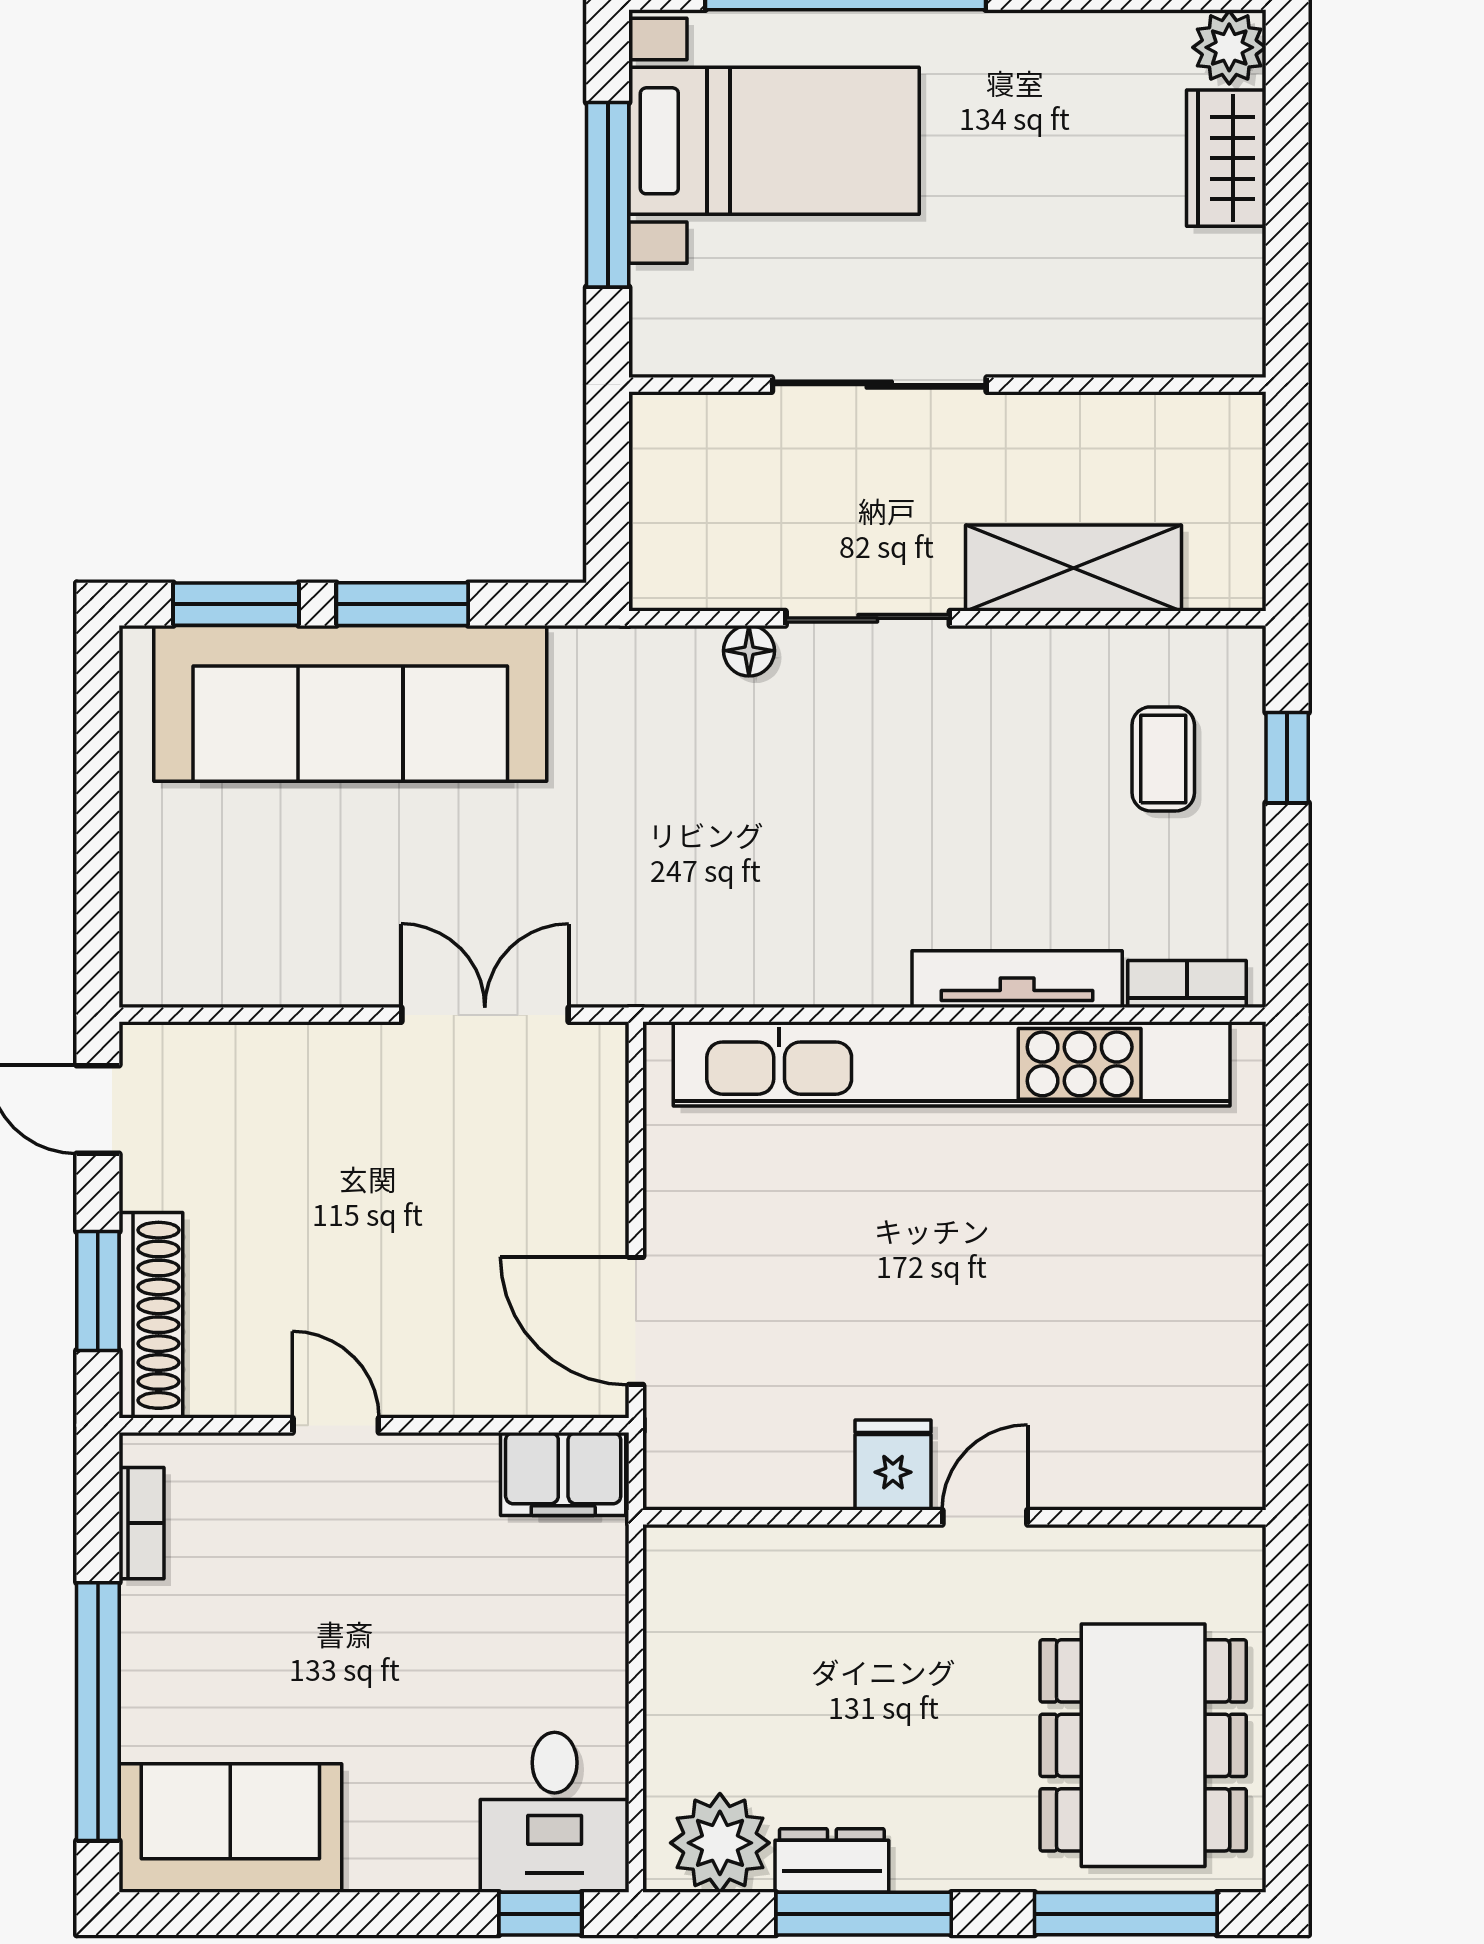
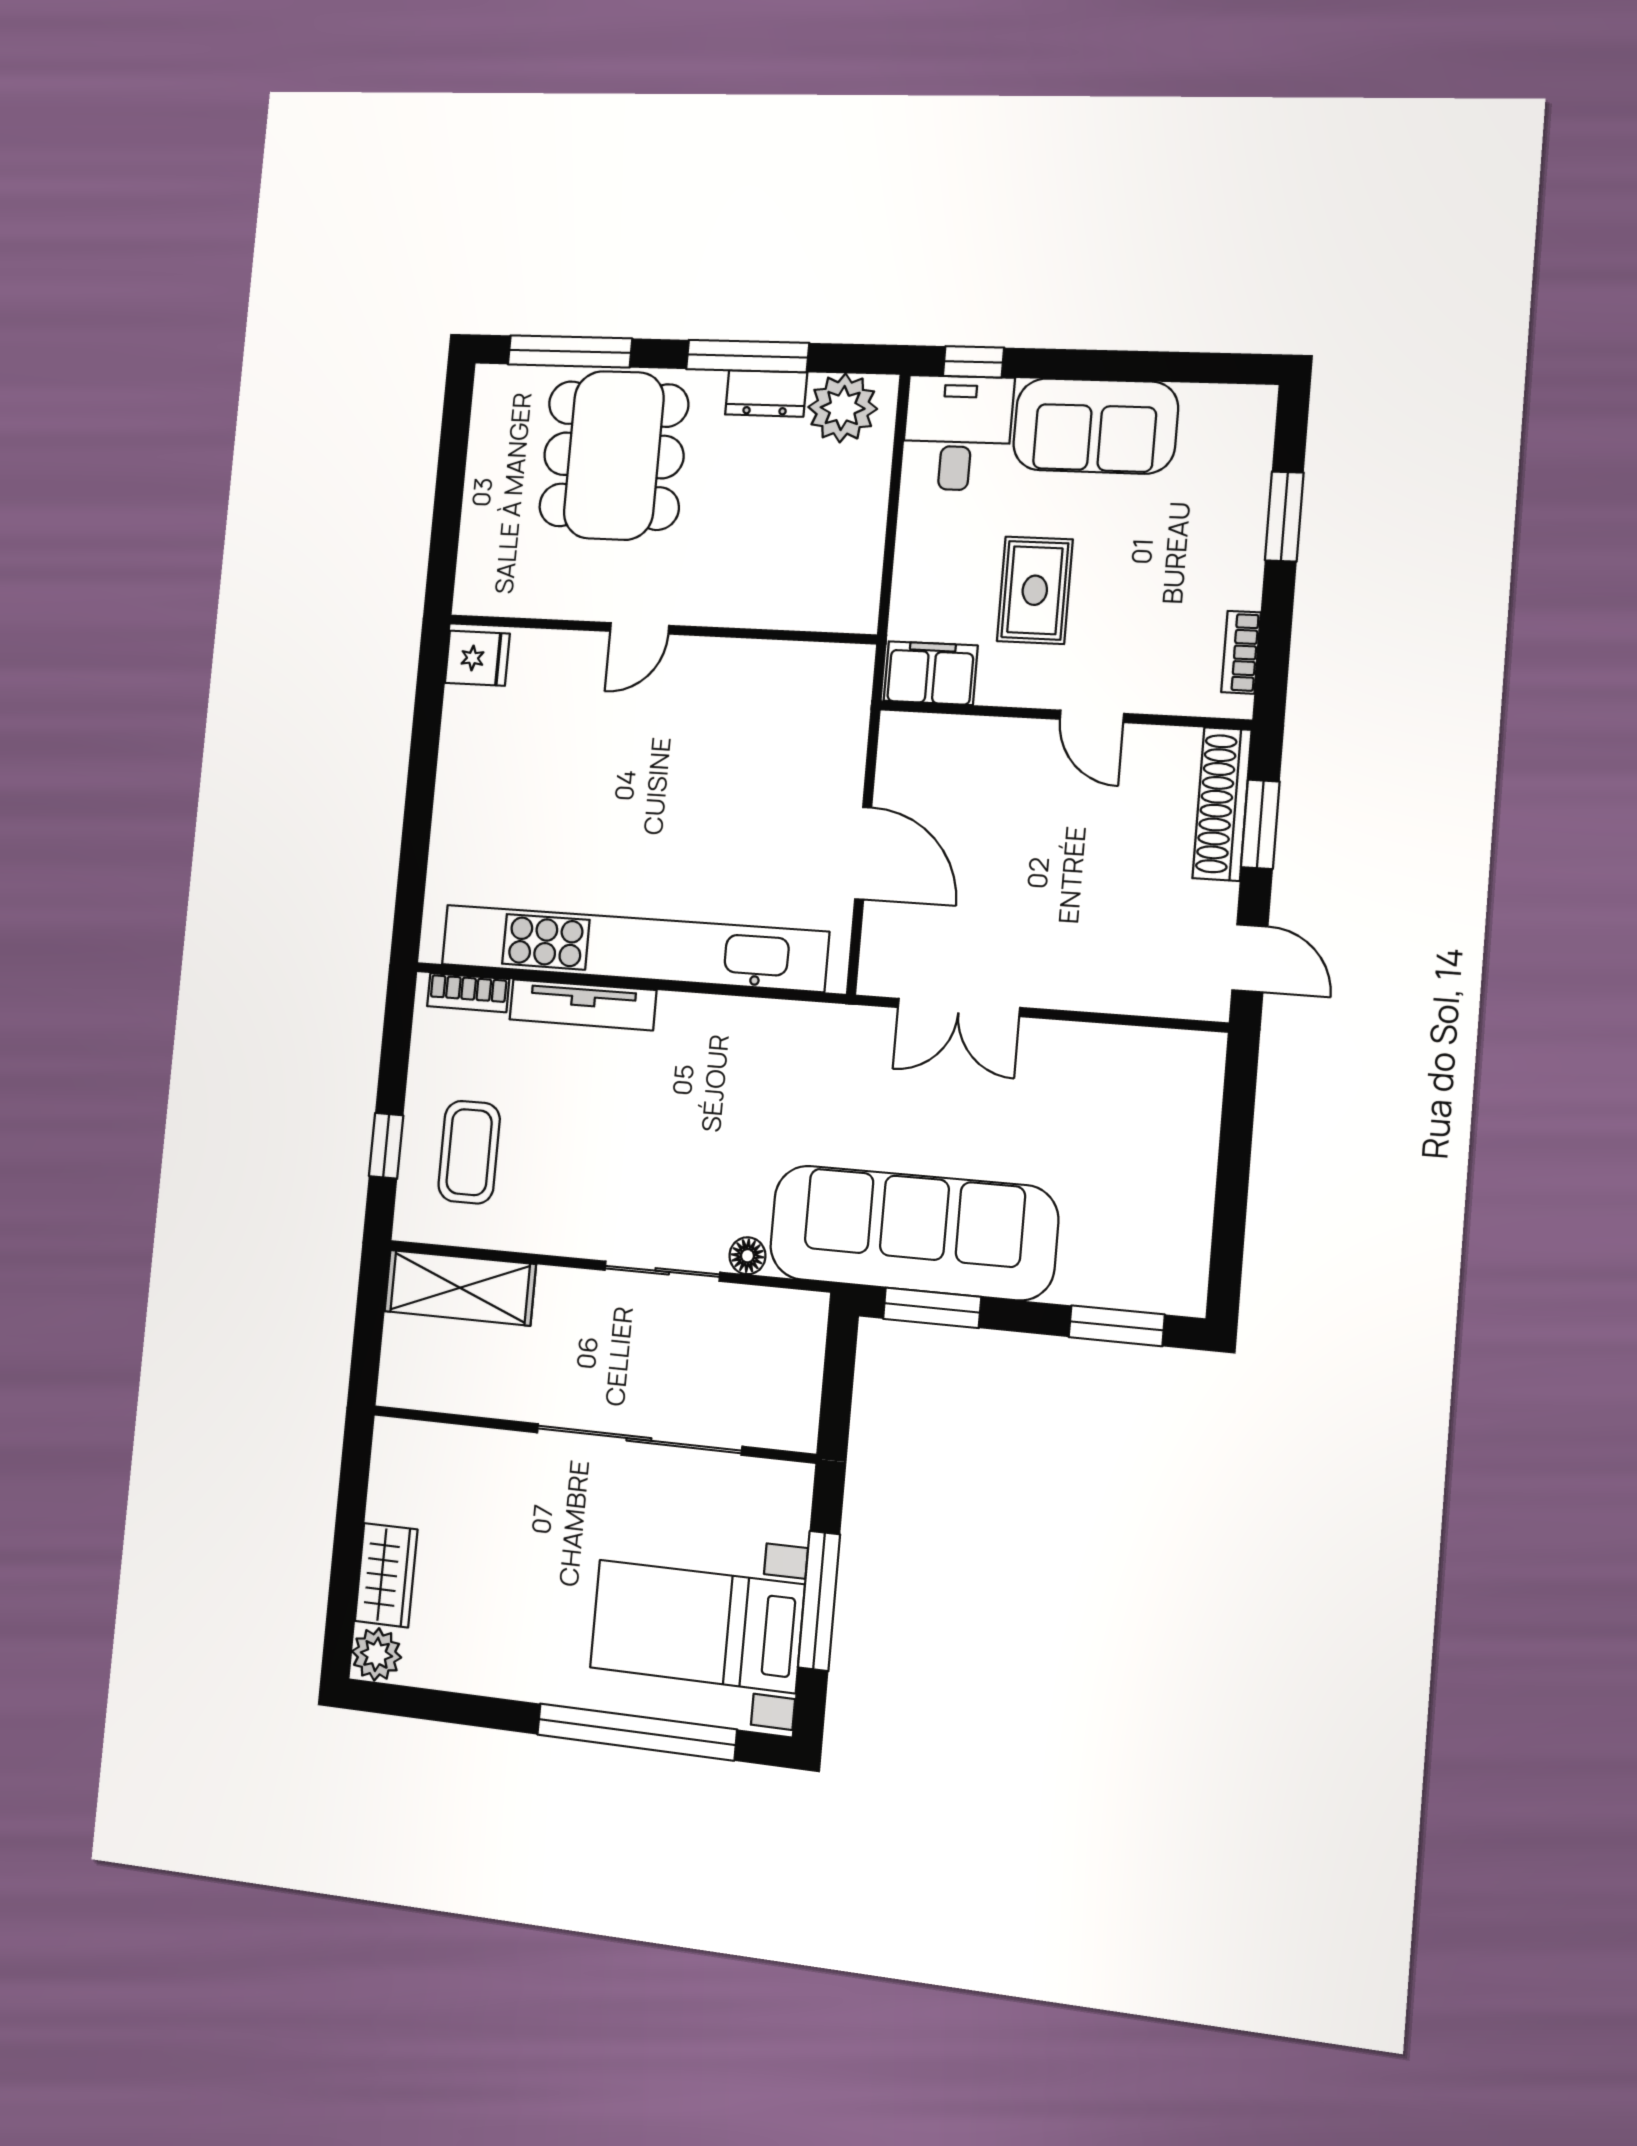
sliding door: (879, 385) -> (639, 1439), width x1.36
shelving: (1073, 568) -> (460, 1288), moved
window: (402, 604) -> (932, 1308), moved
sofa: (350, 703) -> (913, 1233), moved
coffee table: (1163, 759) -> (469, 1152), width x1.36, depth x1.30
door: (636, 1321) -> (863, 853), moved
fridge: (893, 1465) -> (477, 658), moved, turned -90
rug: (428, 1596) -> (1035, 590), added
window: (98, 1712) -> (1284, 516), width x0.47
dining table: (1143, 1745) -> (614, 455), moved
sofa: (230, 1828) -> (1095, 426), moved

